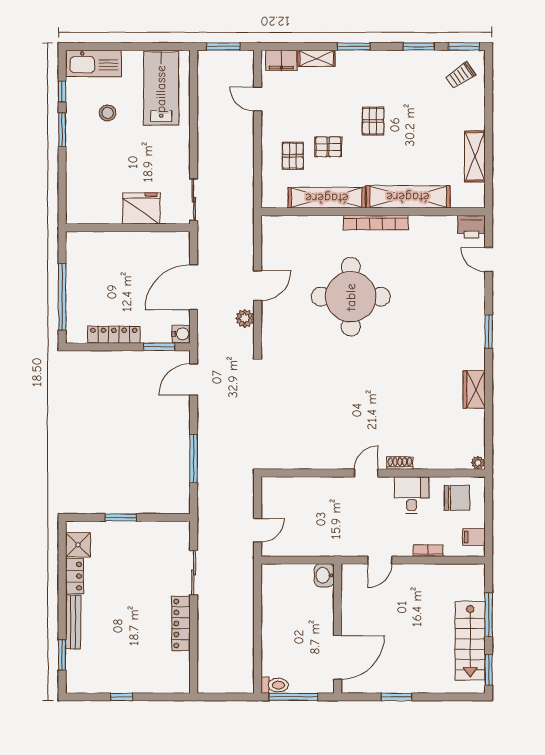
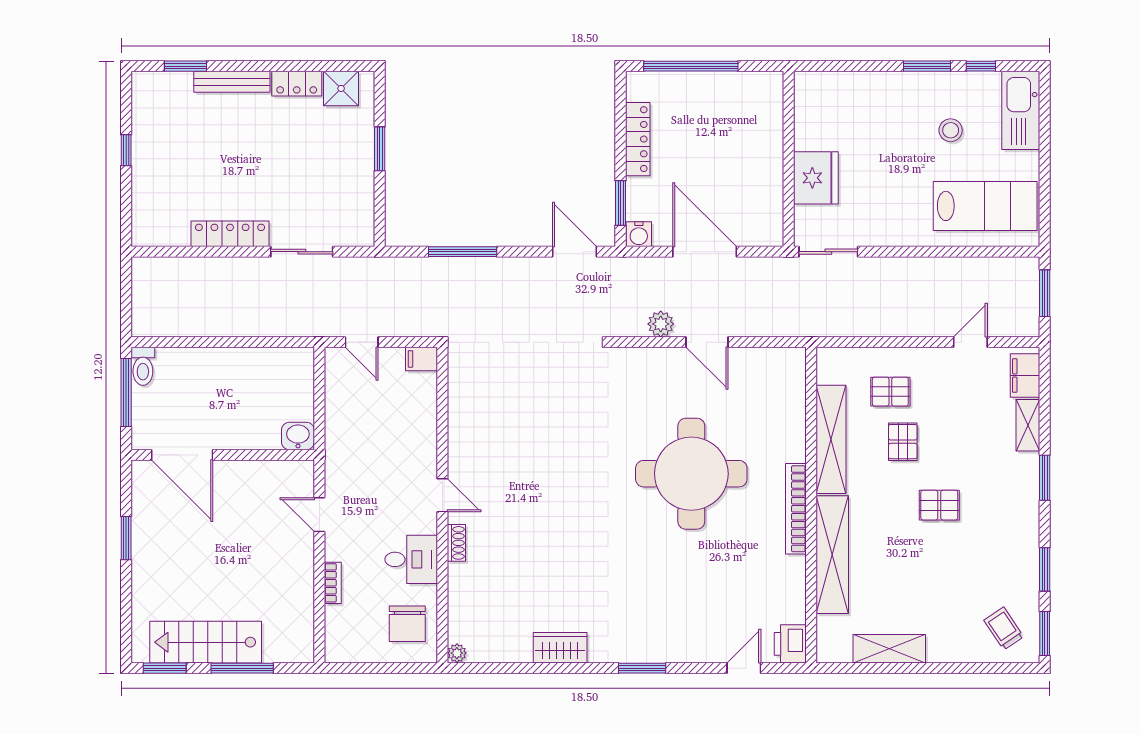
filing cabinet: (474, 537) -> (422, 359), moved, turned -90

